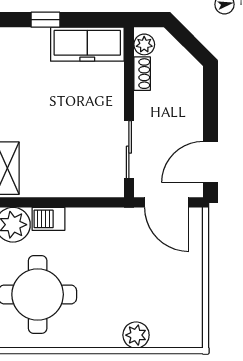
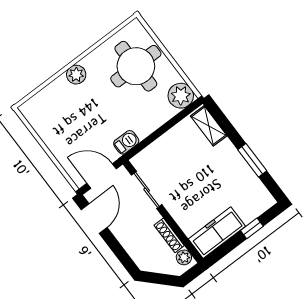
shoe rack: (142, 74) -> (169, 235), width x1.43
barbecue: (48, 219) -> (126, 142), moved
plant: (136, 335) -> (76, 75), moved

